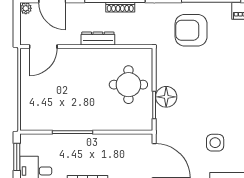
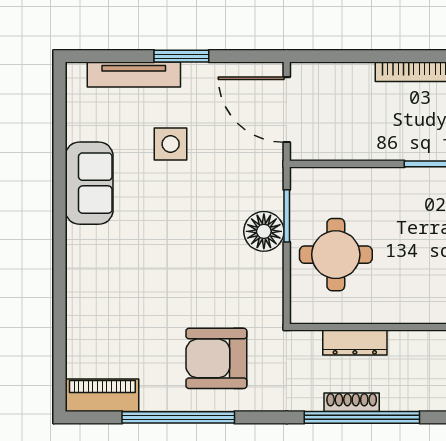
armchair: (191, 30) -> (216, 358), turned 180
dresser: (98, 39) -> (355, 343), moved

